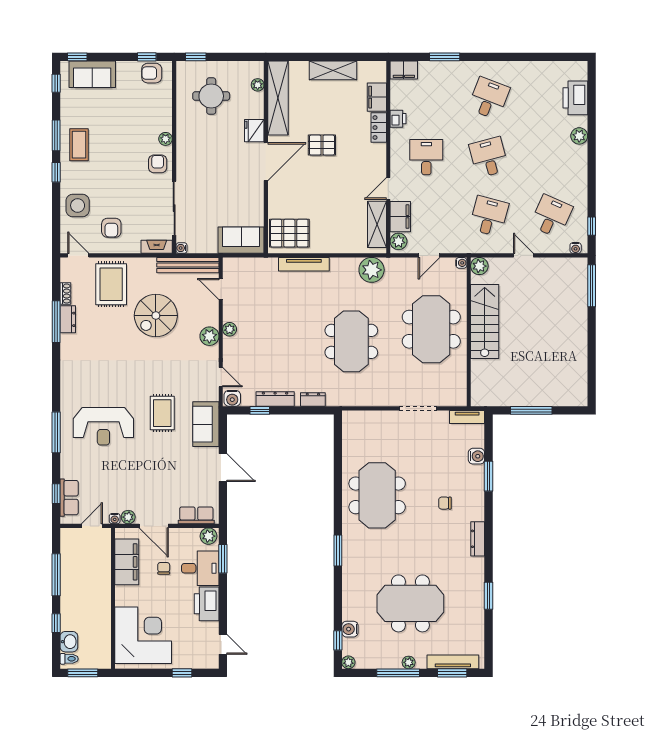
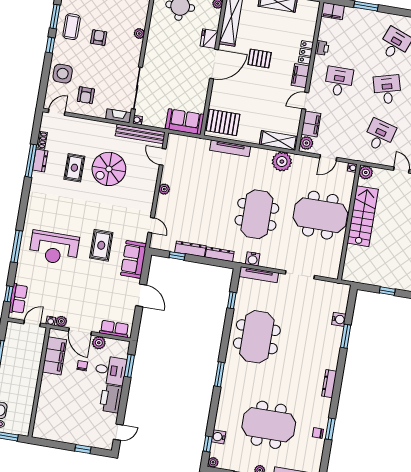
filing cabinet: (377, 97) -> (300, 76), moved
armchair: (158, 164) -> (99, 38), moved
shelving: (377, 224) -> (279, 141), moved, turned 90
door: (78, 255) -> (57, 112), hinge flipped
rug: (111, 284) -> (74, 168), moved, width x0.73, depth x0.70
meeting table: (431, 329) -> (320, 215), turned 90
plant: (209, 336) -> (148, 192), removed
water cooler: (232, 398) -> (253, 259), moved
dresser: (313, 400) -> (220, 254), width x1.44
window: (531, 410) -> (387, 291), width x0.46
tv unit: (467, 417) -> (259, 275), moved, width x1.41
window: (338, 455) -> (232, 300), added
chair: (445, 503) -> (318, 433), moved
plant: (208, 536) -> (99, 343), moved
corner desk: (143, 635) -> (58, 415), removed
door: (223, 644) -> (118, 432), hinge flipped

